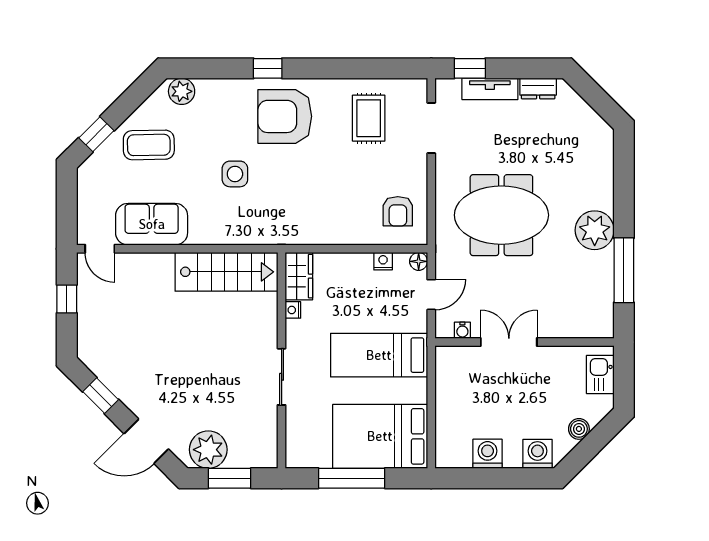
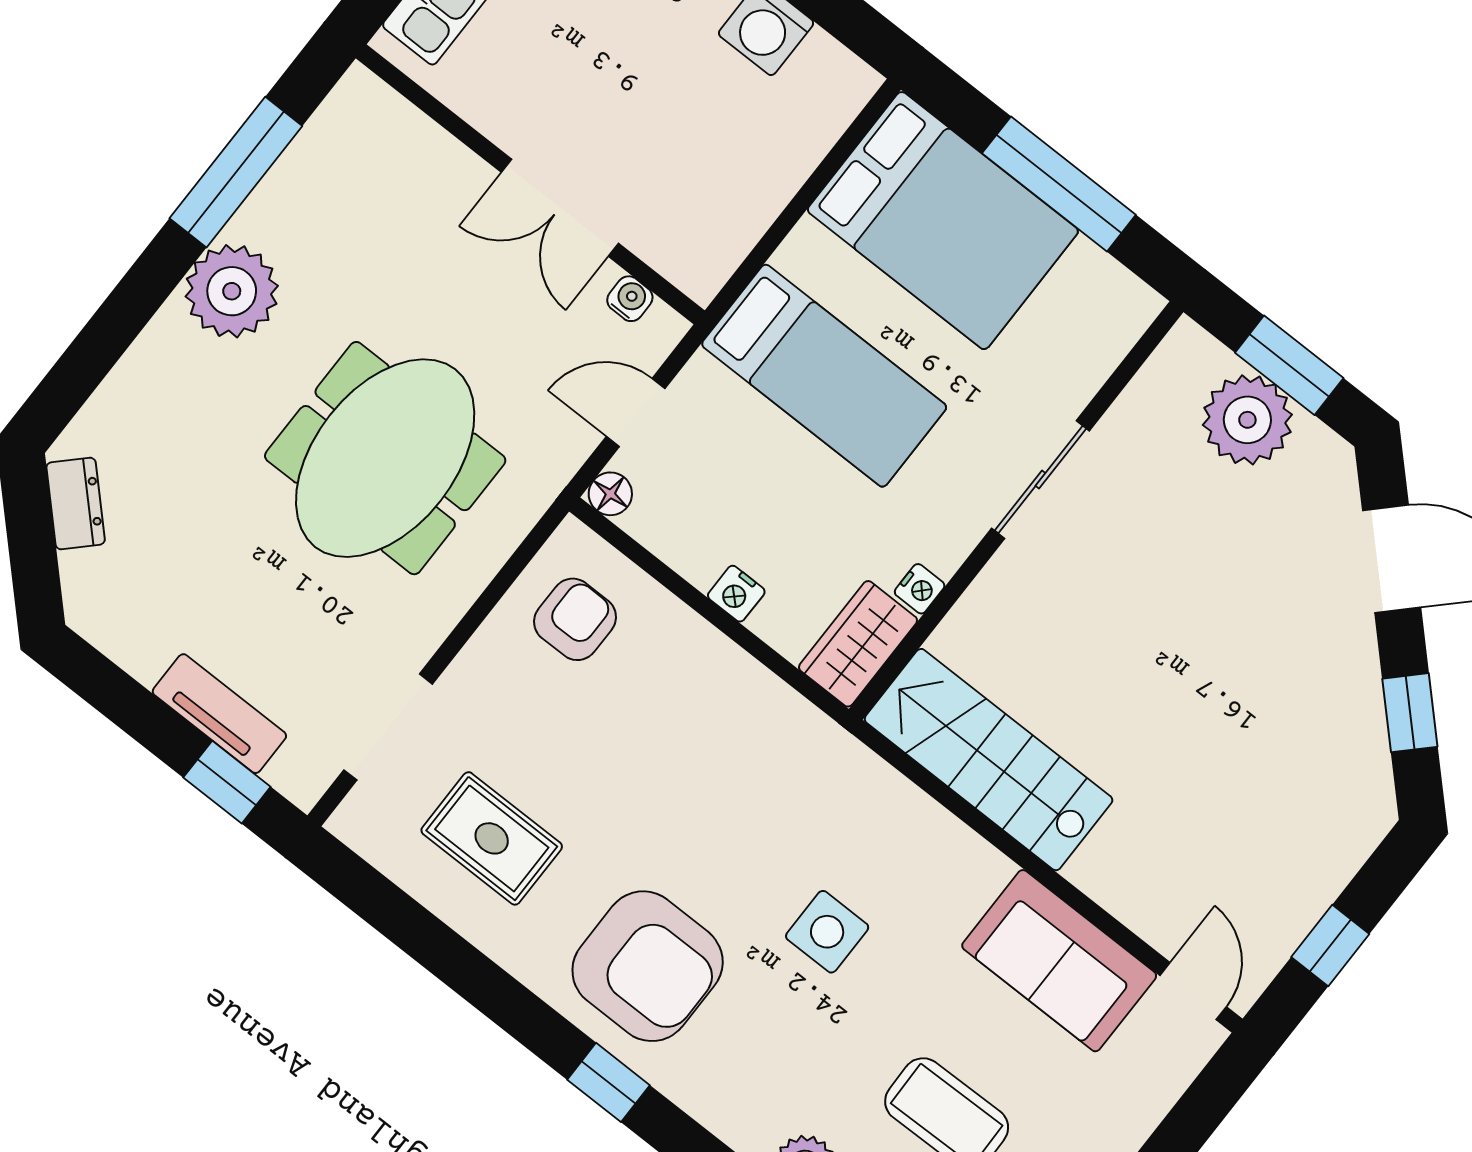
dresser: (538, 88) -> (76, 503), moved, turned 45
rug: (369, 118) -> (492, 838), turned 90
meeting table: (501, 215) -> (385, 458), turned 90
nightstand: (383, 261) -> (736, 594), moved
plant: (208, 450) -> (1247, 420), moved

